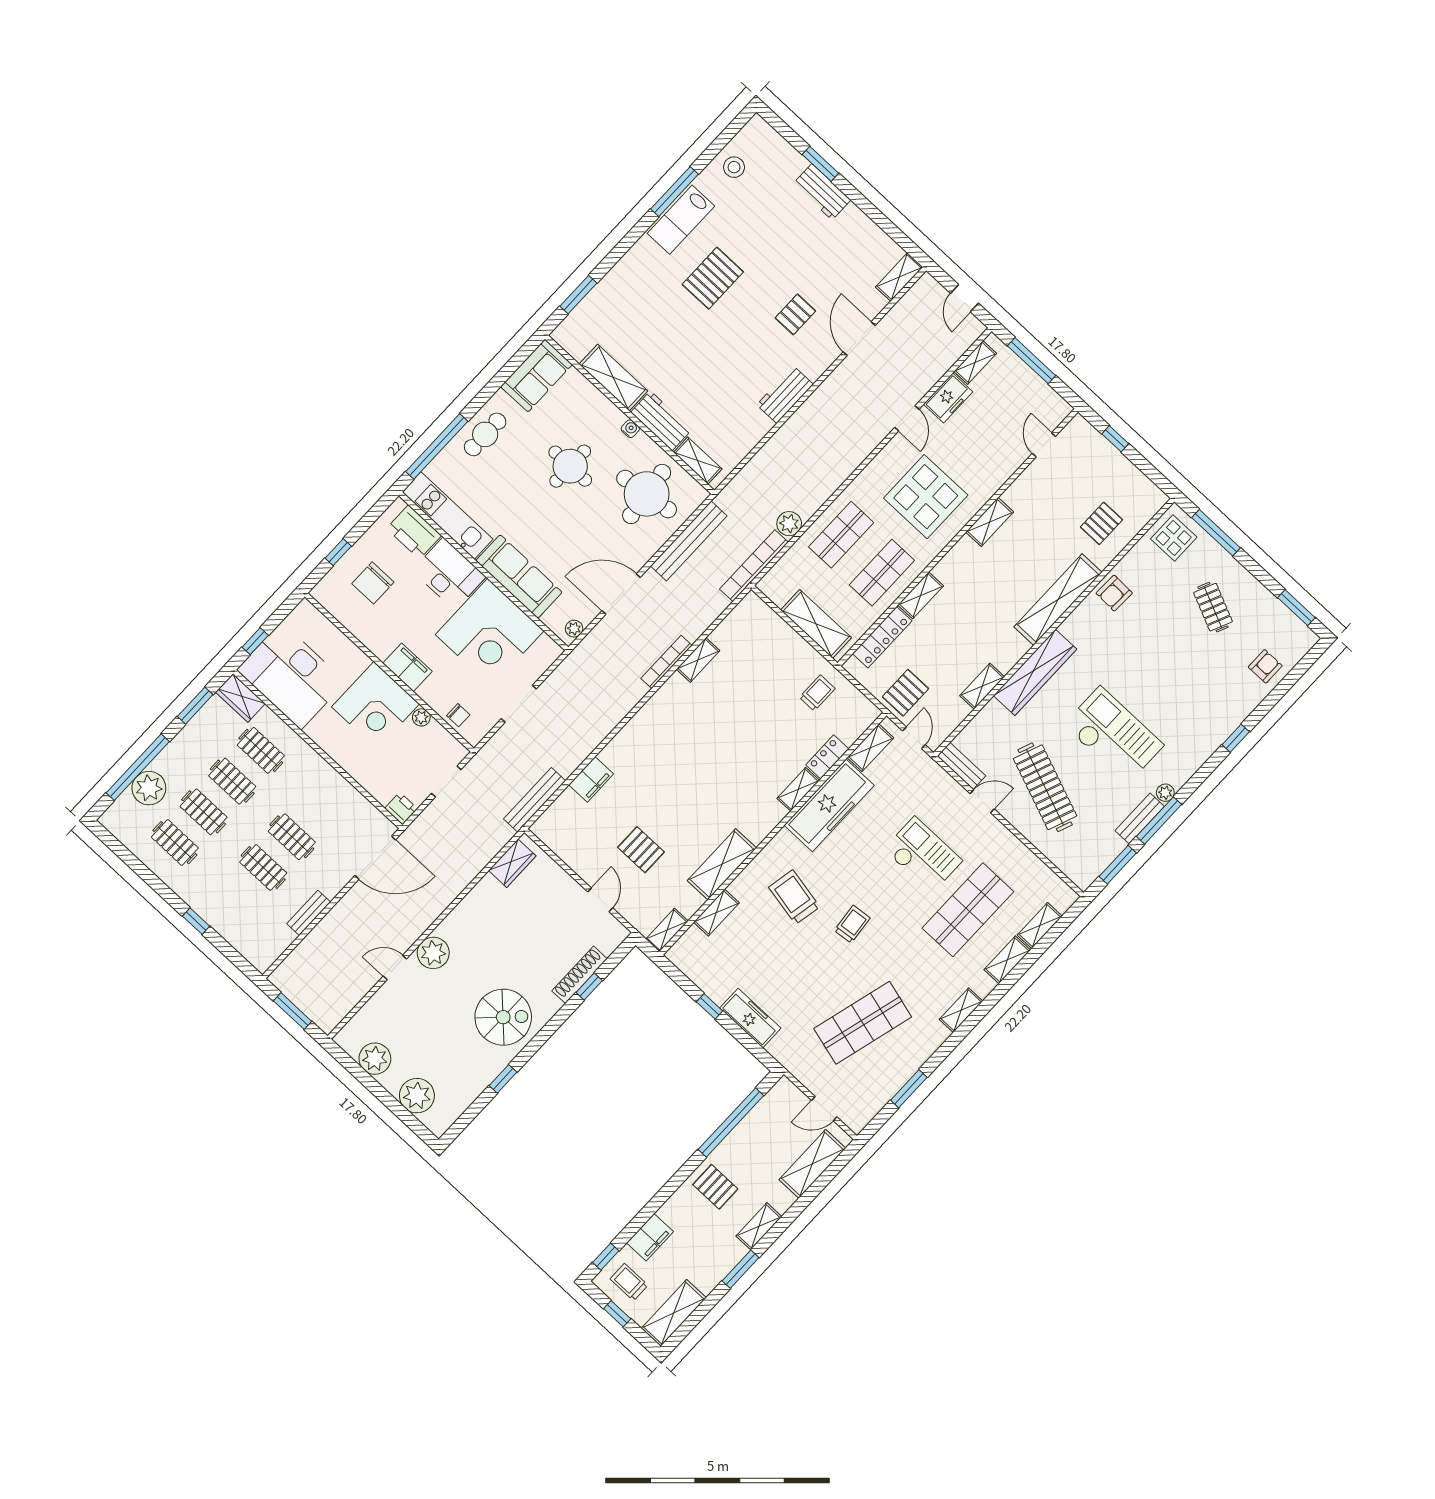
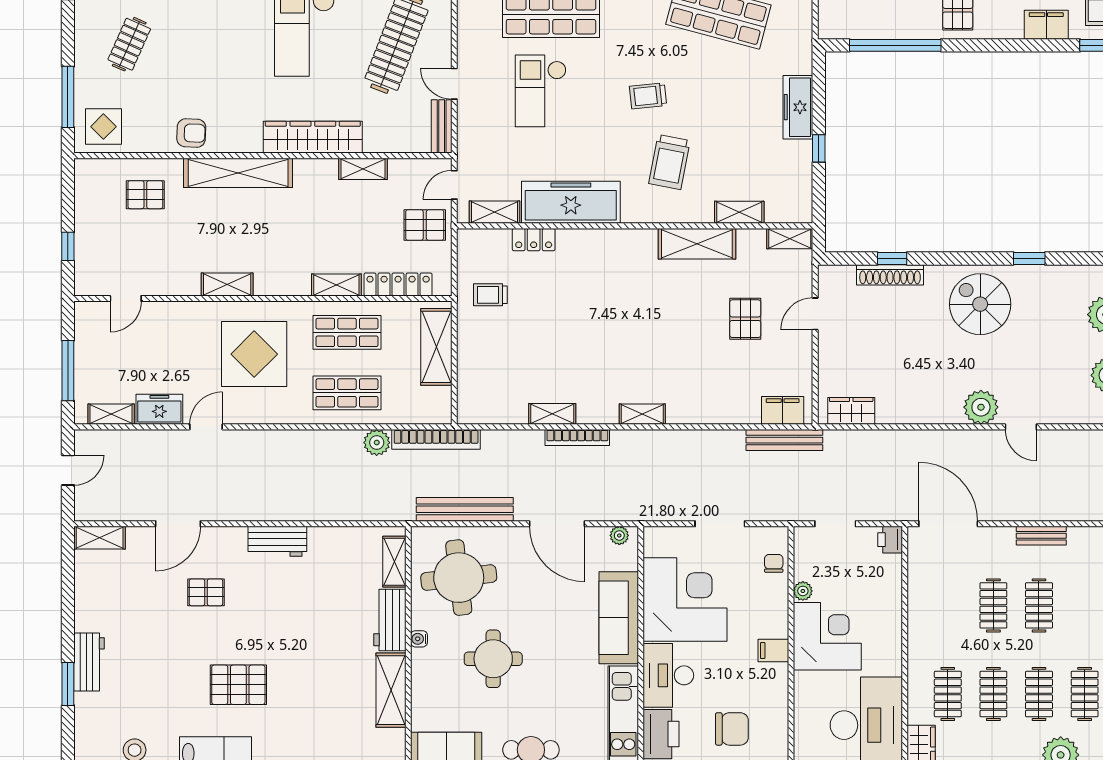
filing cabinet: (407, 667) -> (773, 651), width x0.50
filing cabinet: (591, 779) -> (783, 410), moved
shelving: (798, 789) -> (642, 414), moved

